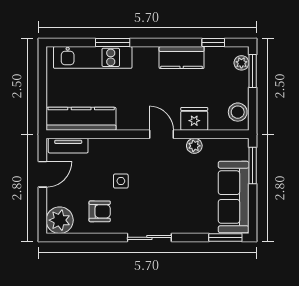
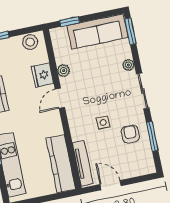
tv unit: (68, 146) -> (83, 163), width x1.41
window: (253, 166) -> (70, 22), width x0.67
plant: (60, 220) -> (128, 65), moved, width x0.53, depth x0.53
window: (91, 237) -> (152, 136), added

